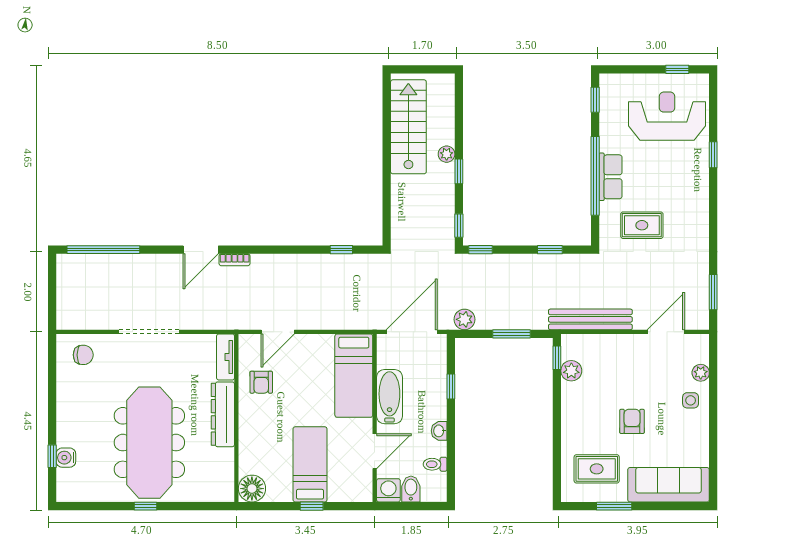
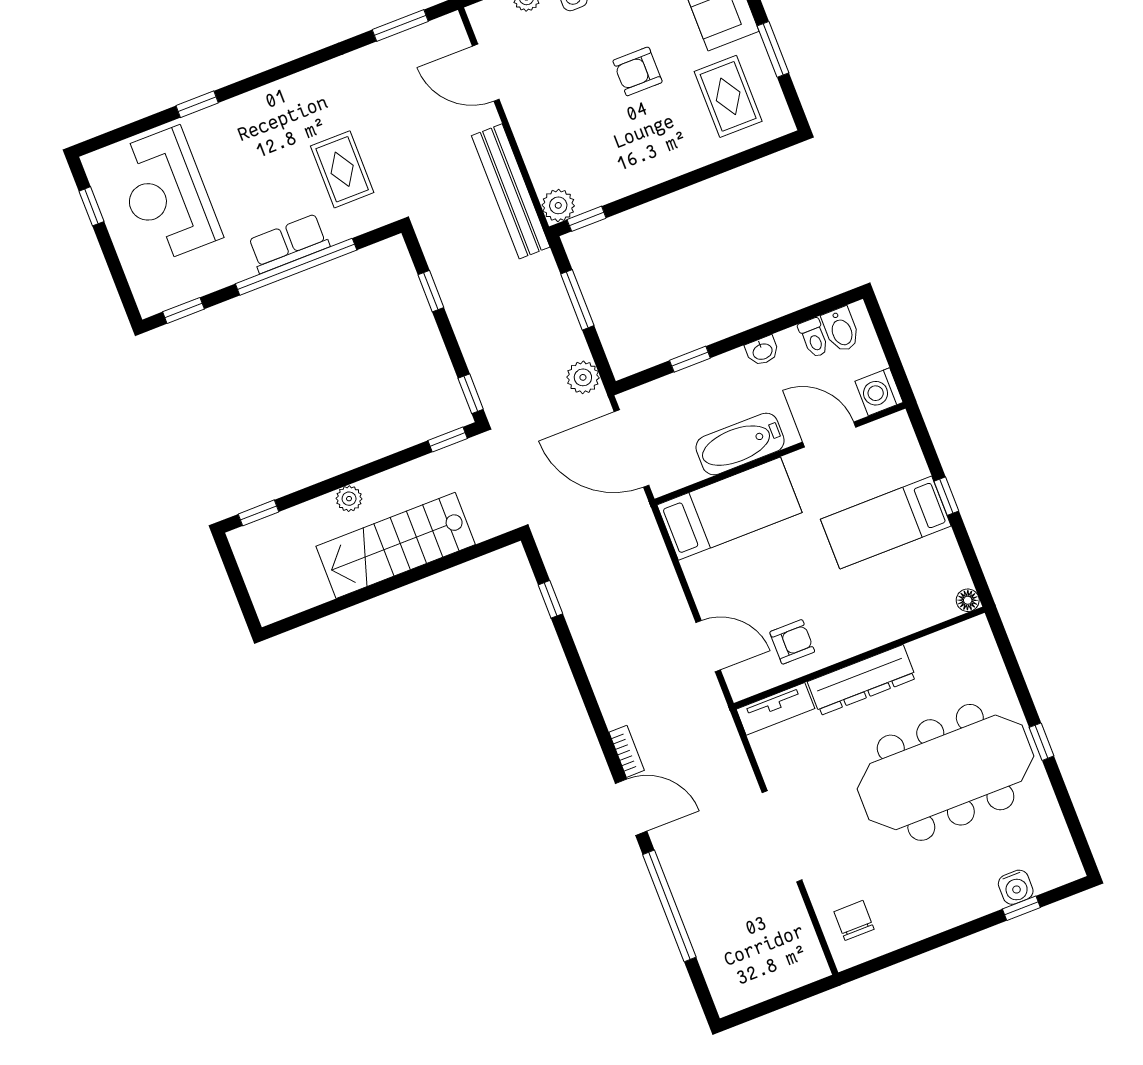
stairs: (408, 127) -> (396, 545), moved
window: (459, 171) -> (258, 513), moved
window: (103, 250) -> (669, 906), moved
plant: (571, 371) -> (558, 205), moved
floor lamp: (252, 489) -> (968, 600), width x0.53, depth x0.53
bidet: (411, 489) -> (841, 330), moved, turned -90

